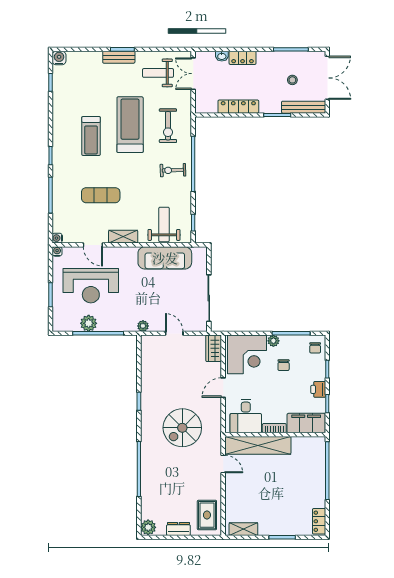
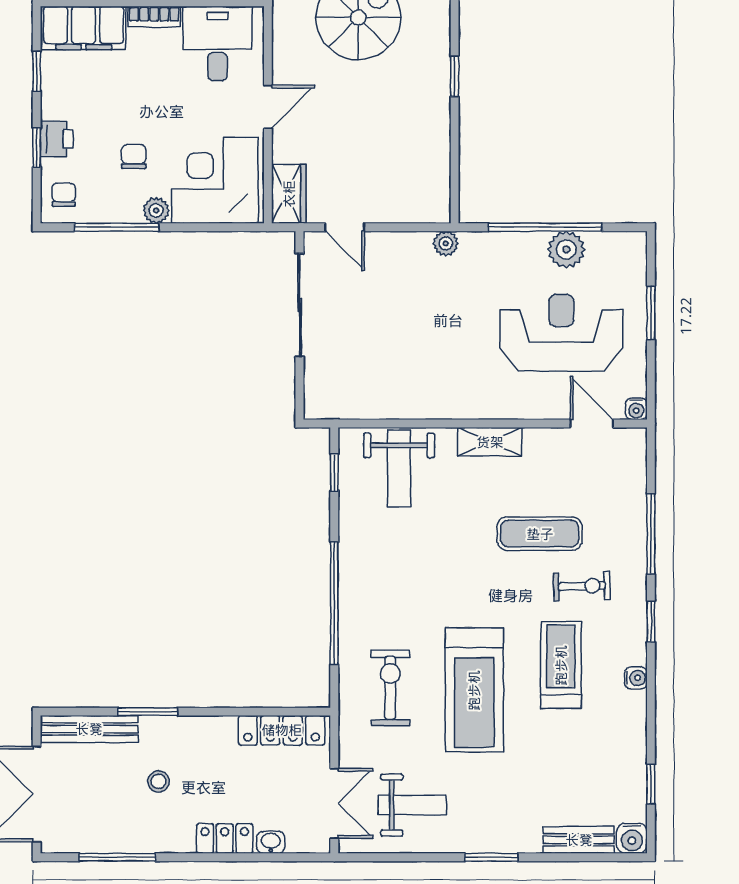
bench: (119, 57) -> (579, 840), moved
stool: (292, 80) -> (159, 781), moved
locker: (238, 107) -> (282, 730), moved
exercise bike: (173, 170) -> (582, 586), moved
water cooler: (57, 238) -> (636, 678), moved
door: (93, 245) -> (592, 424), moved
sofa: (165, 258) -> (397, 395), removed
door: (174, 333) -> (345, 227), moved
printer: (318, 389) -> (57, 139), moved

